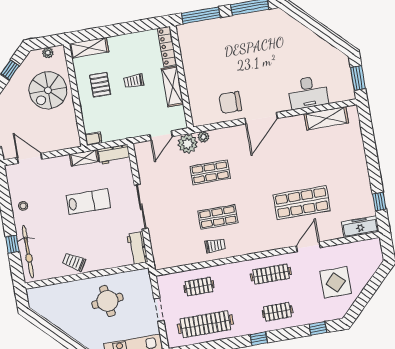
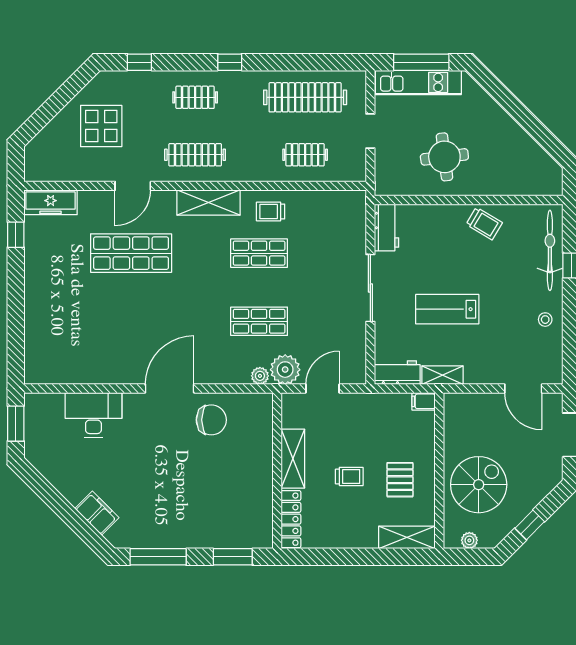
window: (201, 15) -> (233, 557), width x0.69
filing cabinet: (295, 28) -> (97, 513), added
shelving: (326, 118) -> (209, 203), moved

